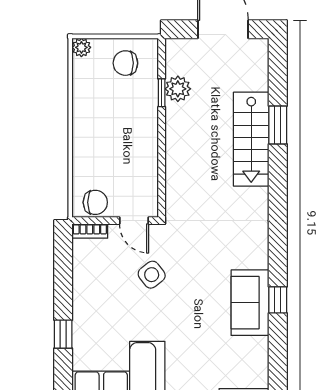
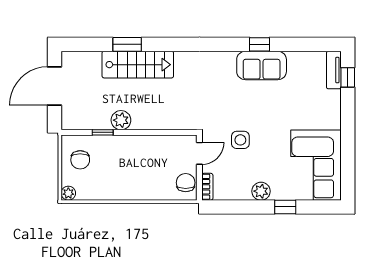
plant: (178, 89) -> (121, 120), moved
side table: (152, 275) -> (240, 140), turned 38
plant: (84, 302) -> (261, 191), added

